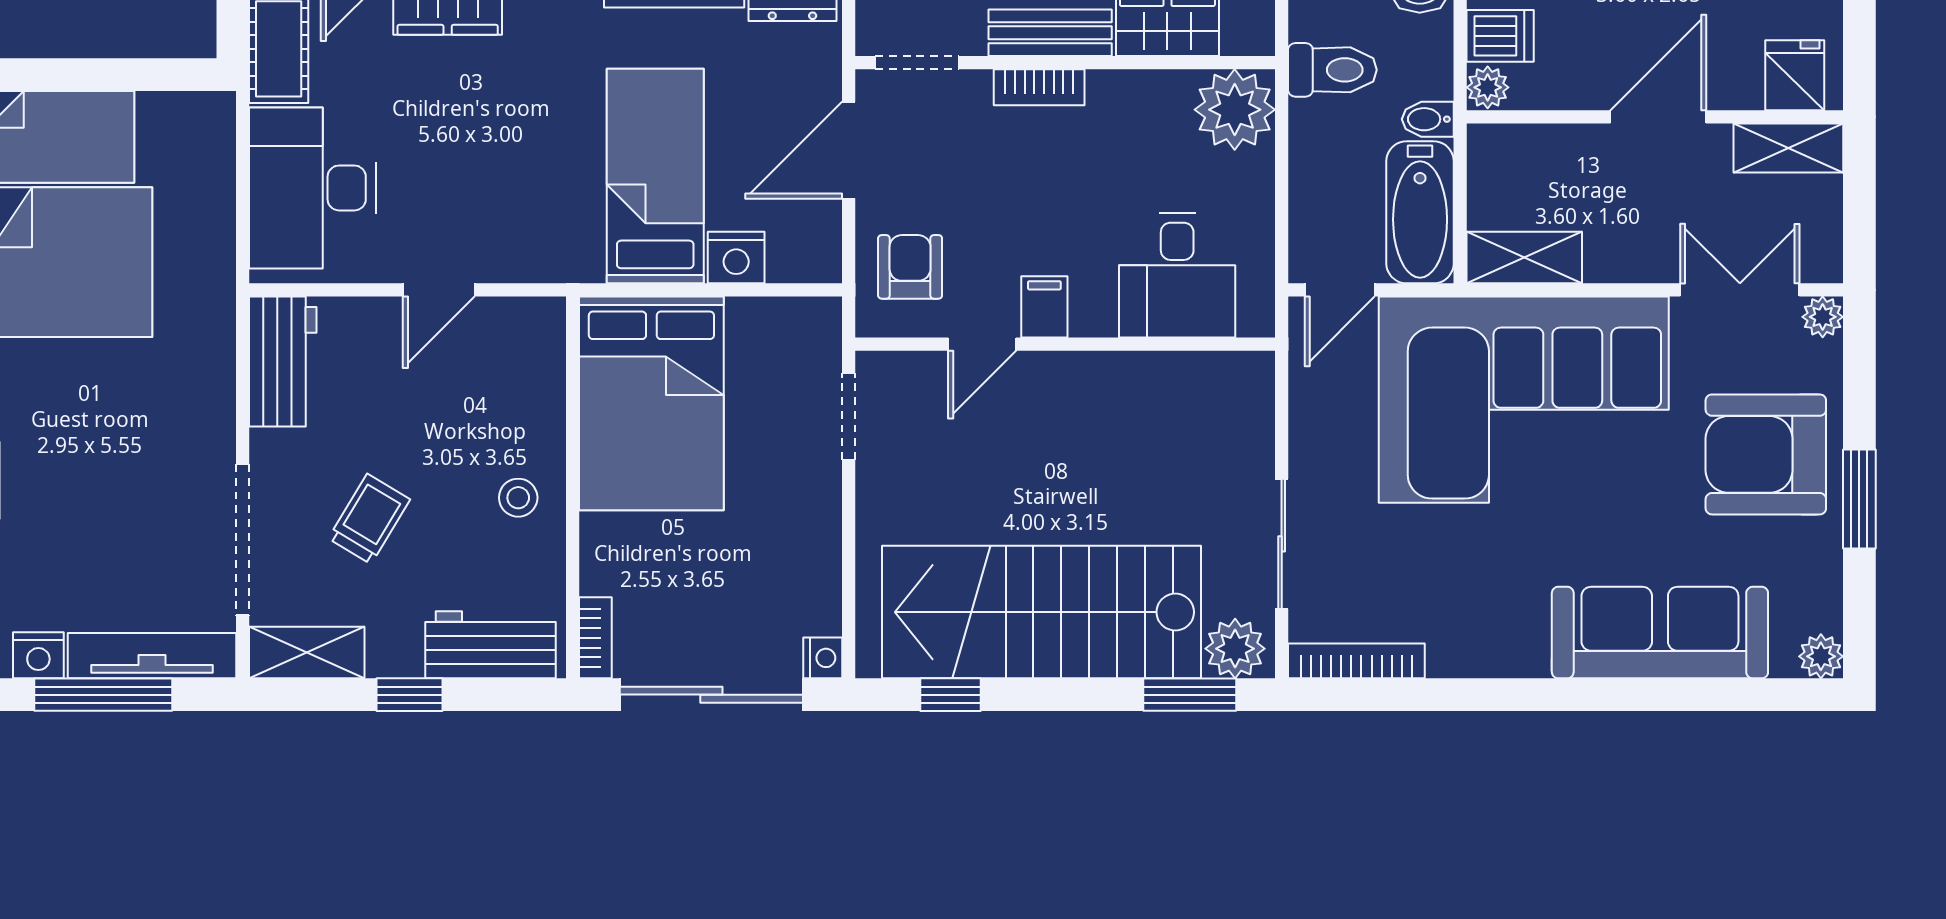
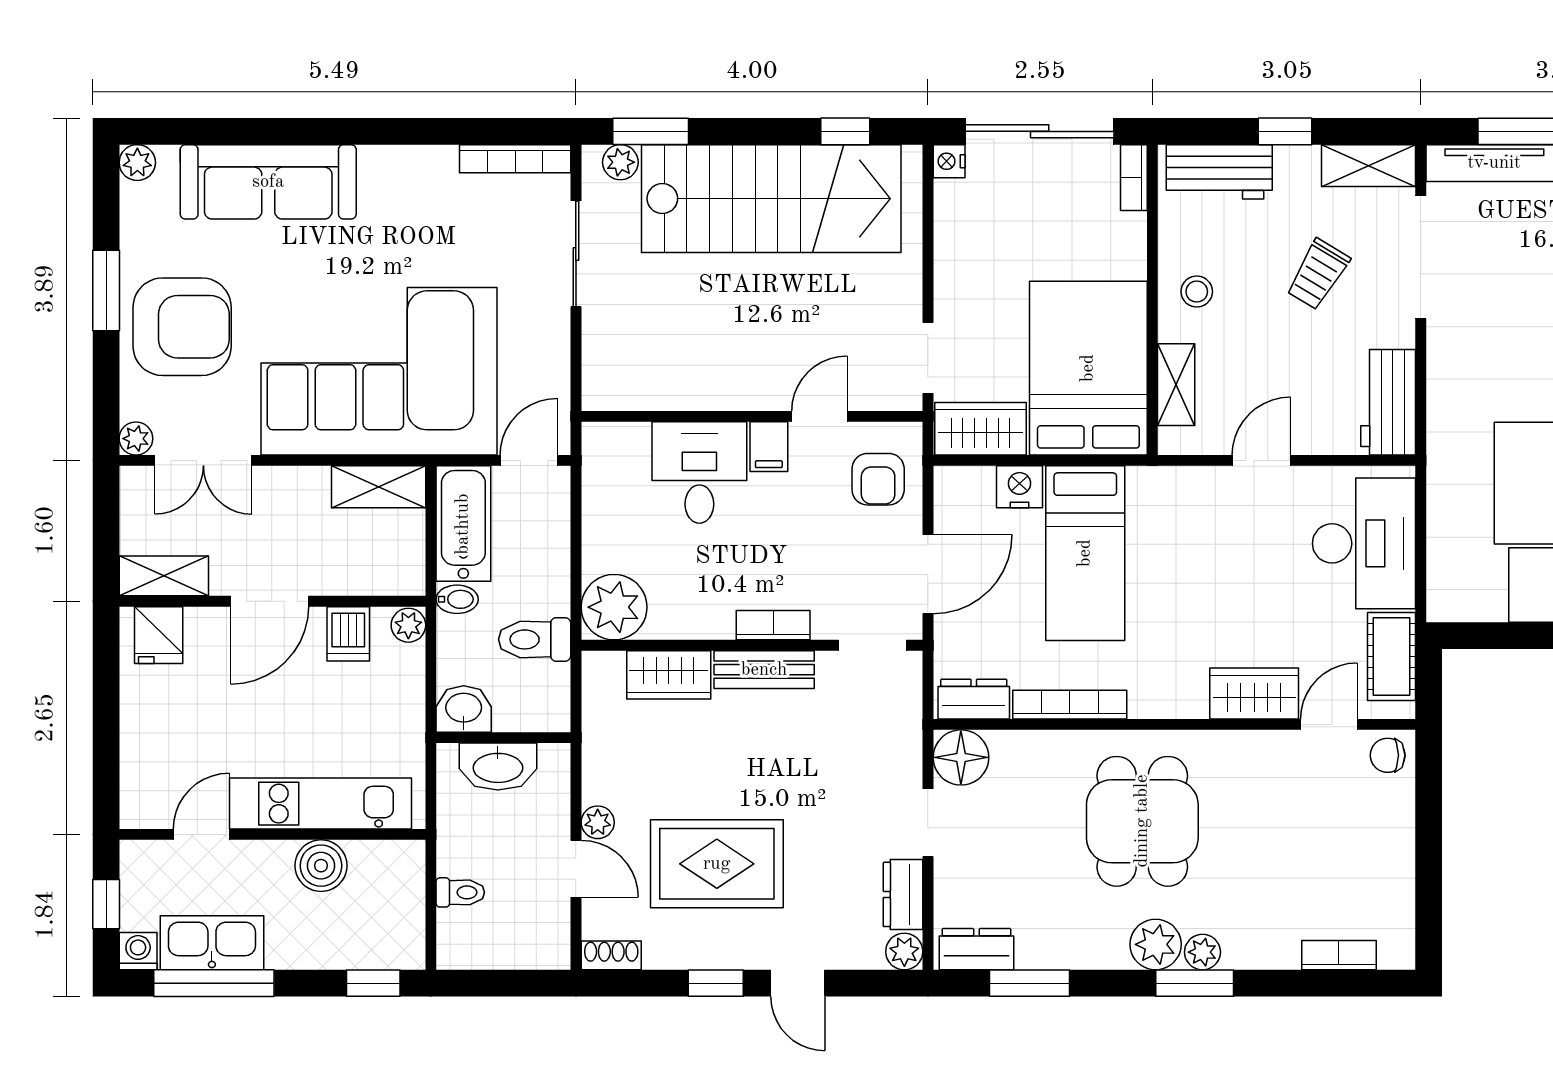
dishwasher: (1500, 36) -> (348, 634), moved, turned -90
desk: (1177, 275) -> (699, 473), moved
wardrobe: (784, 329) -> (981, 429), added
shelving: (544, 383) -> (1176, 385), added
plant: (1235, 649) -> (620, 162), width x0.73, depth x0.73

